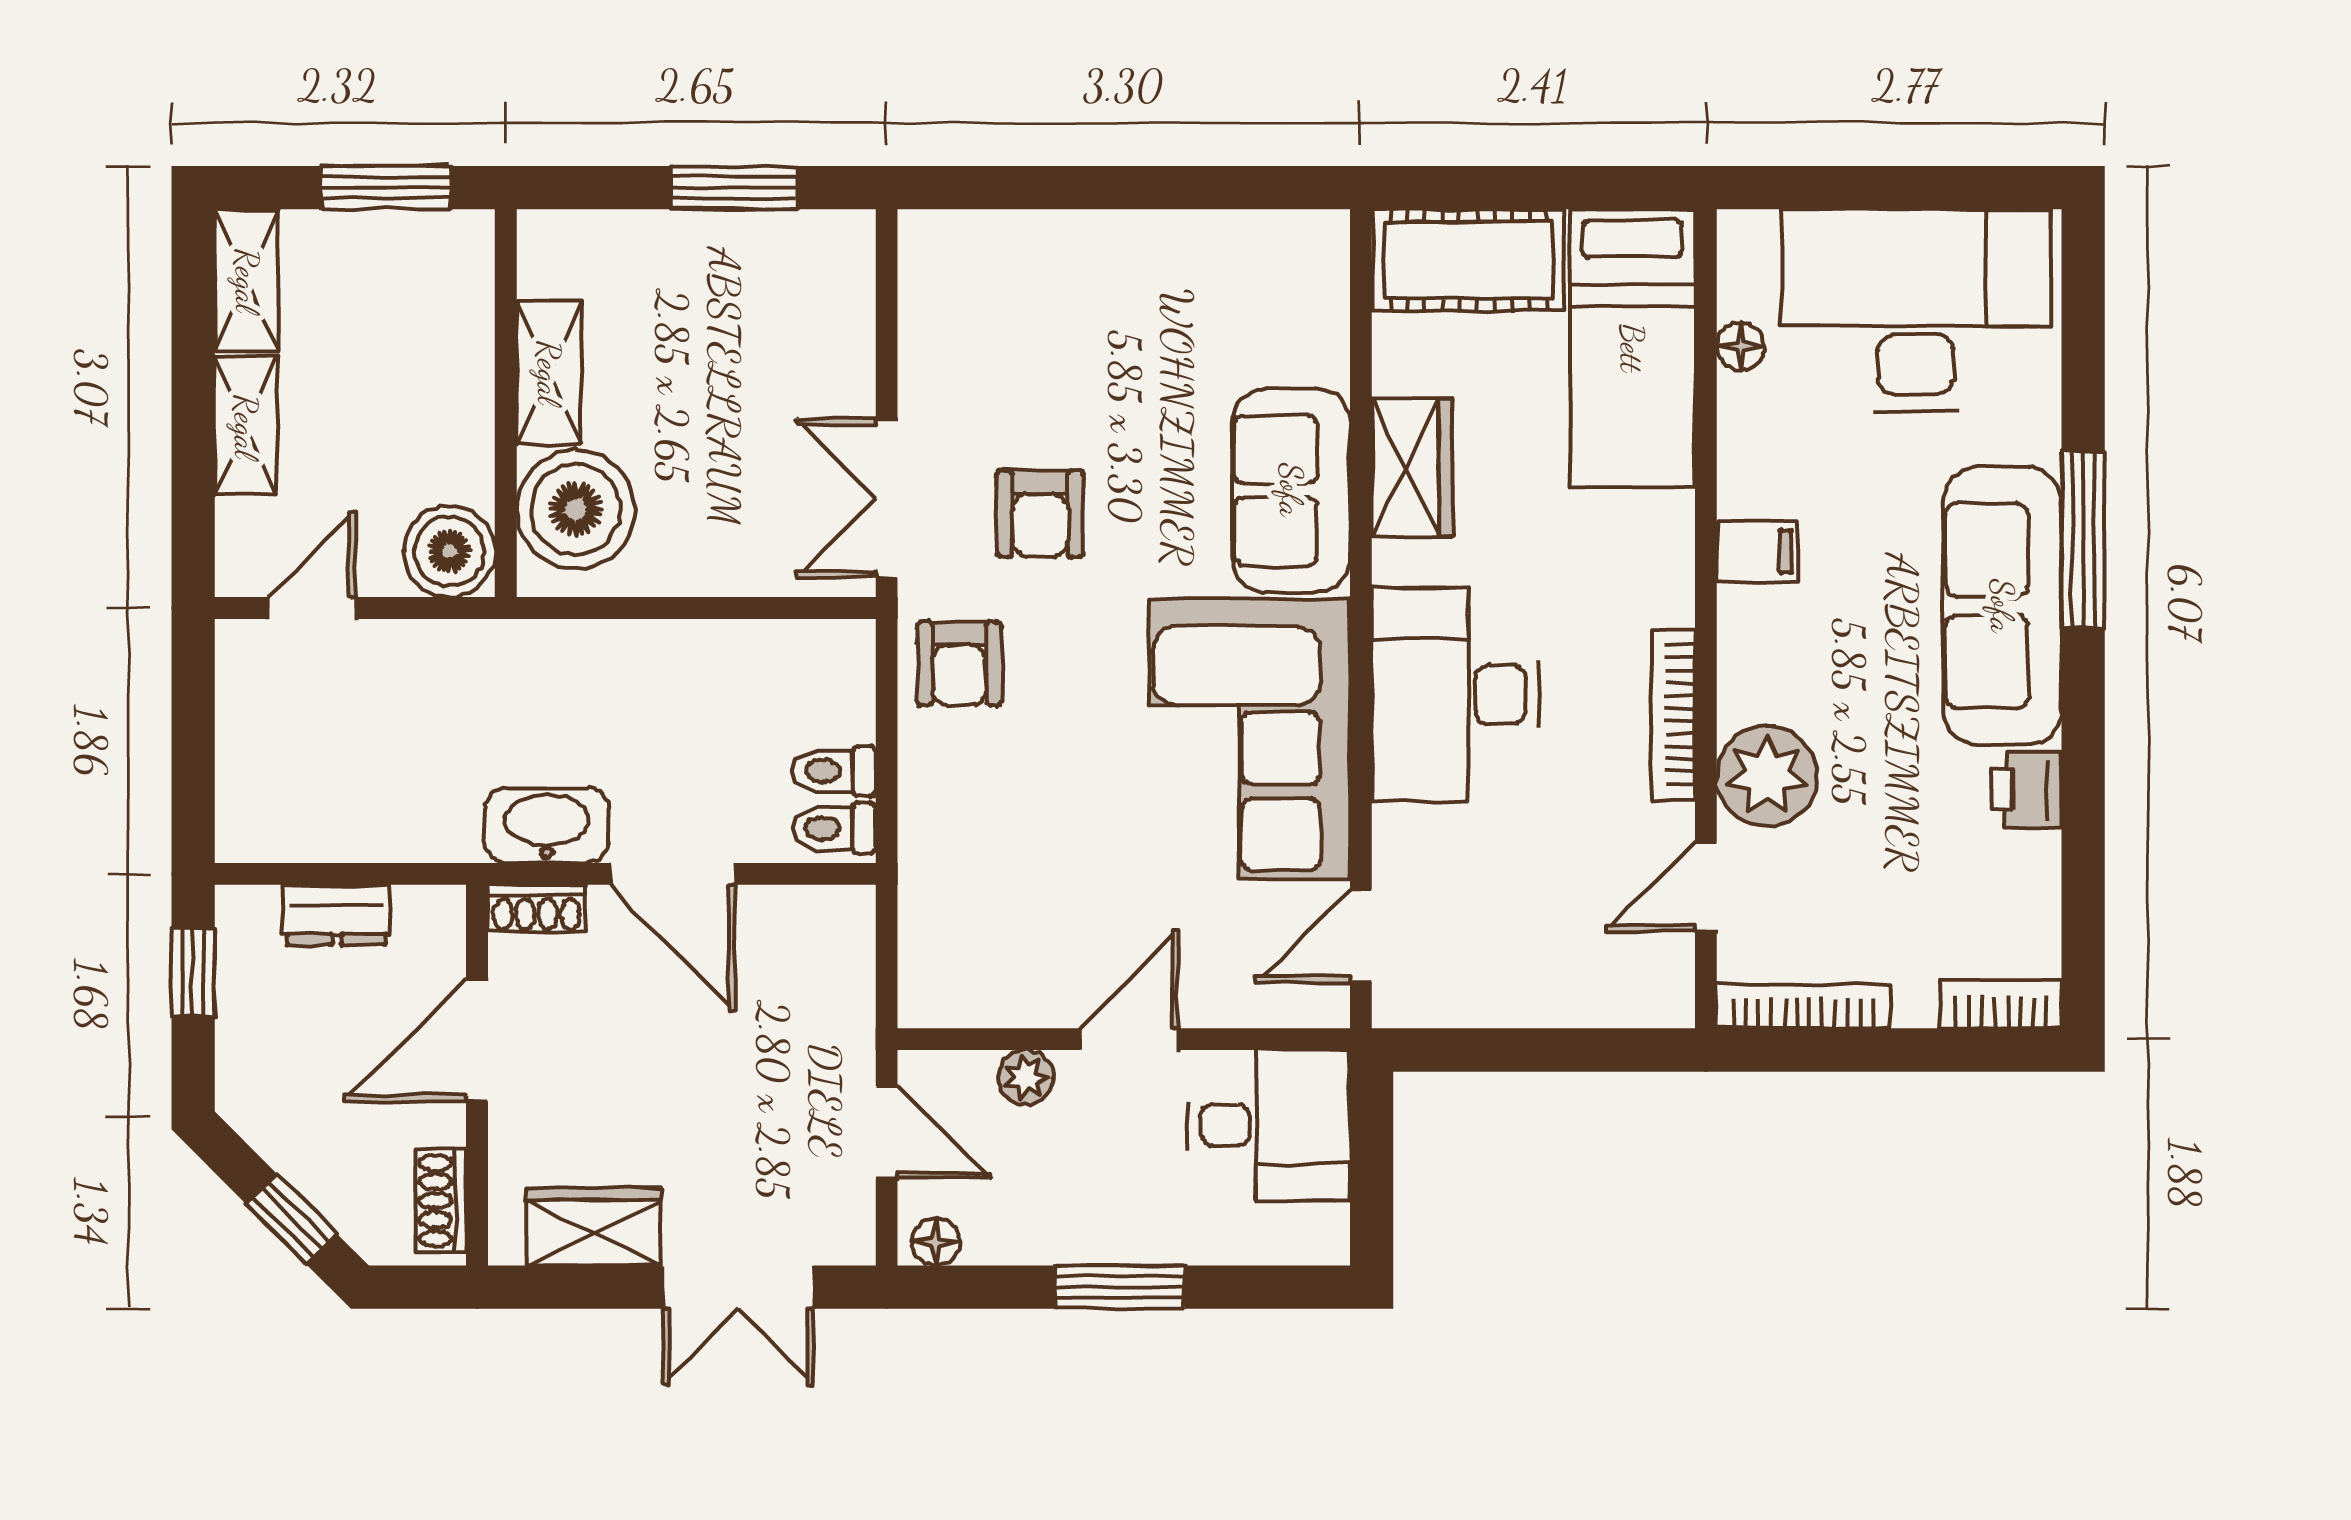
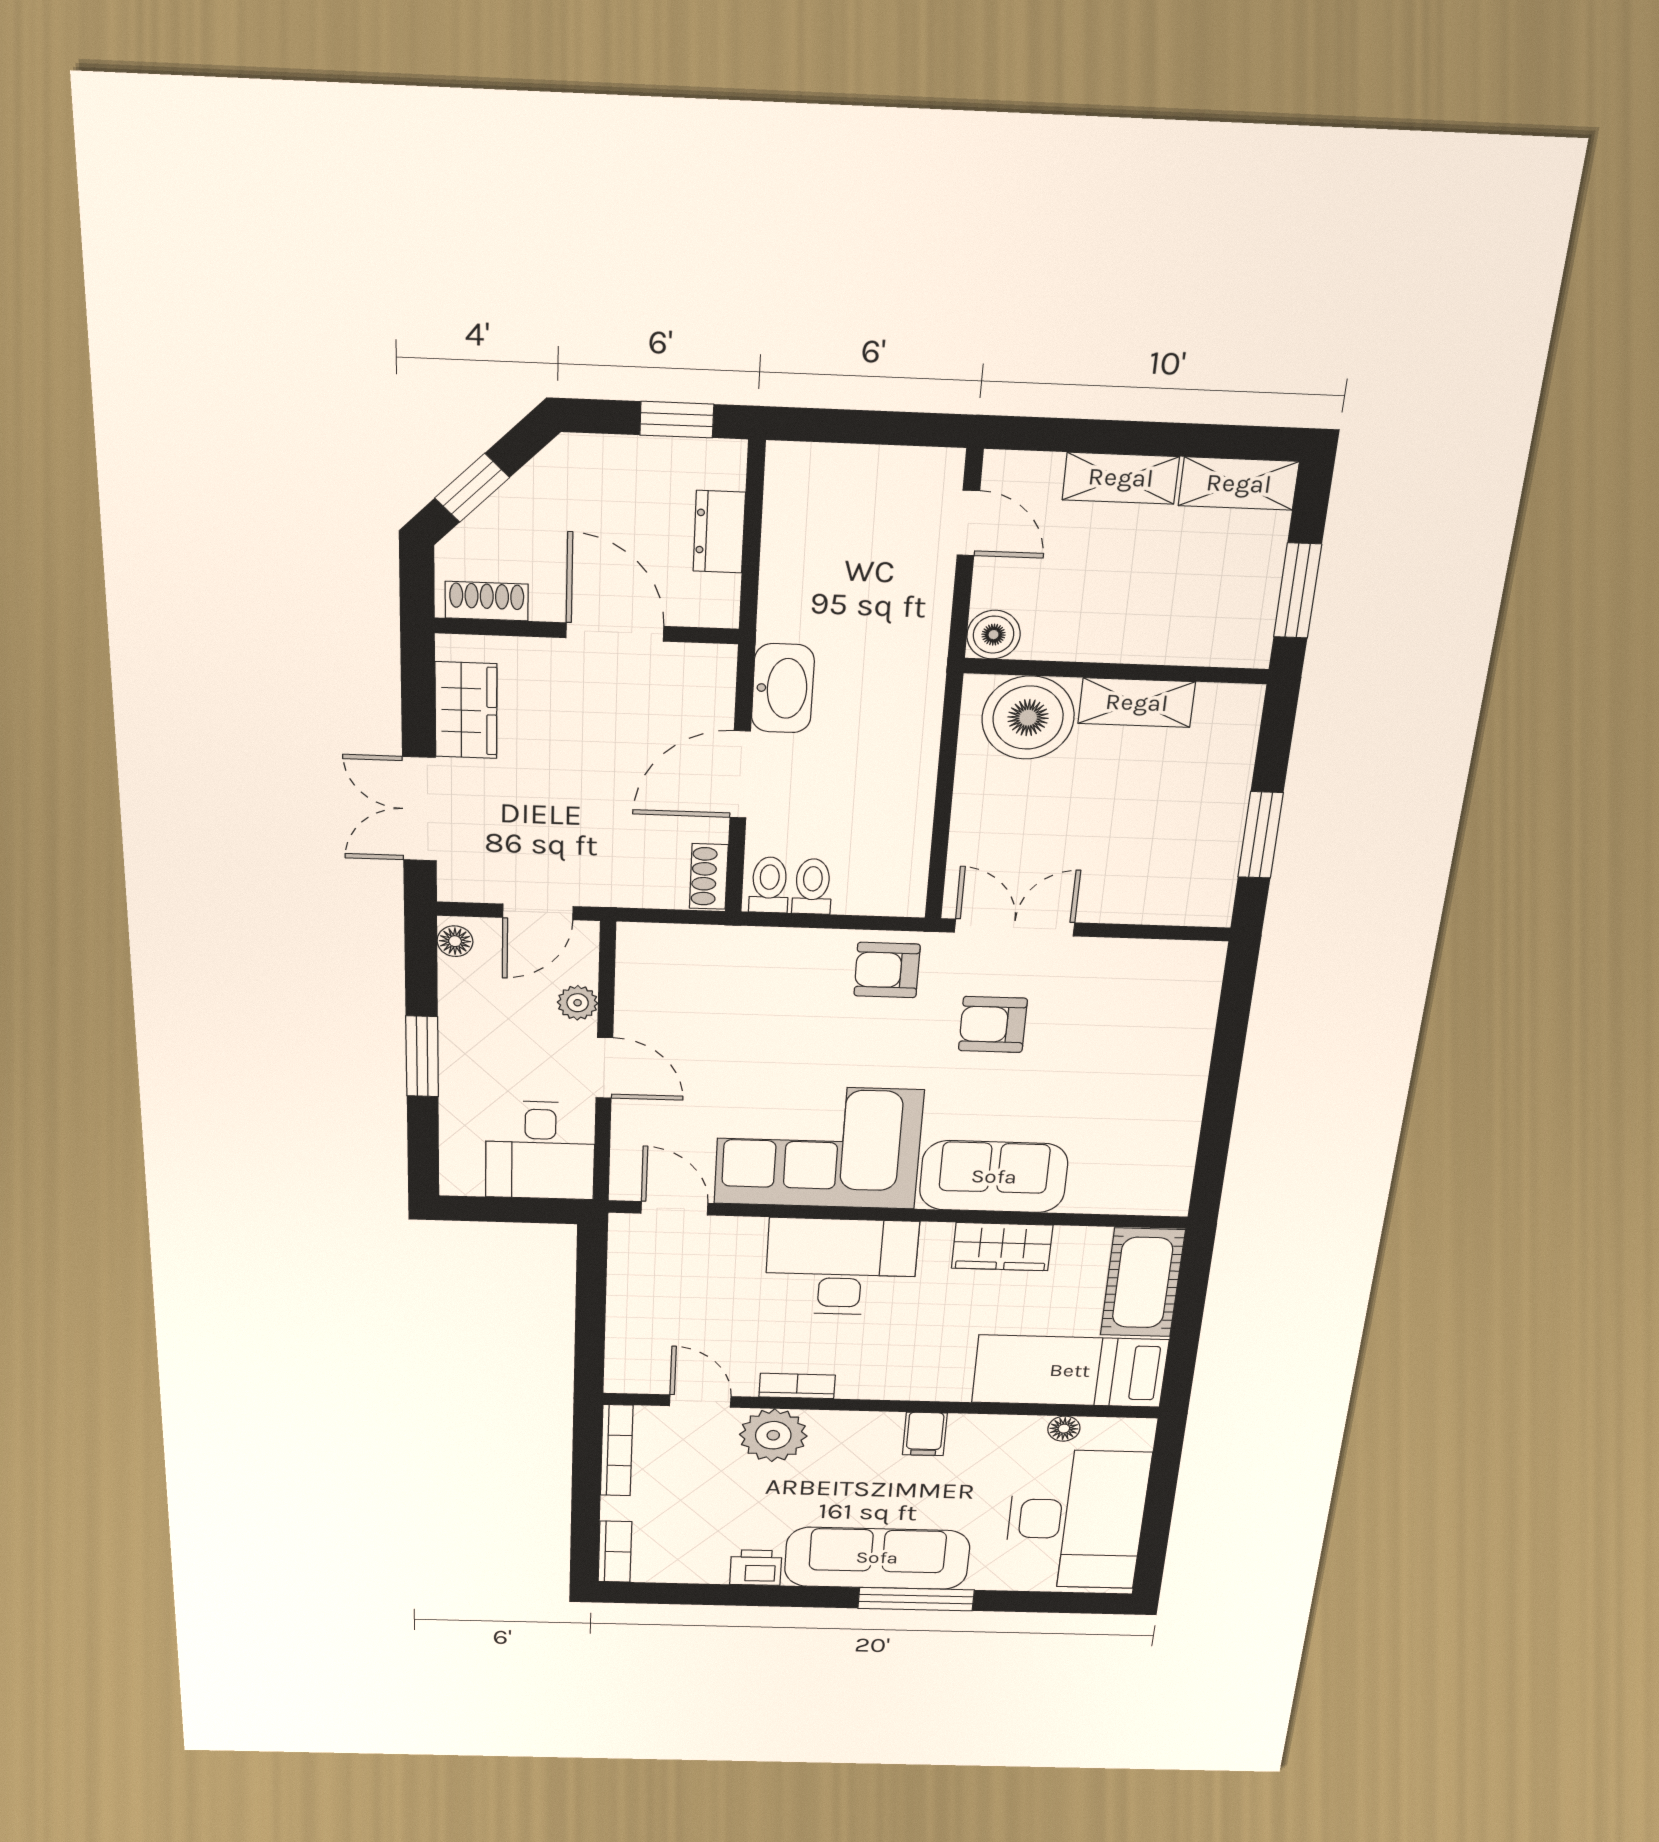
boiler: (449, 551) -> (994, 635), width x0.73, depth x0.73
bookcase: (1673, 715) -> (797, 1386), width x0.64
shoe rack: (537, 908) -> (709, 876), moved

